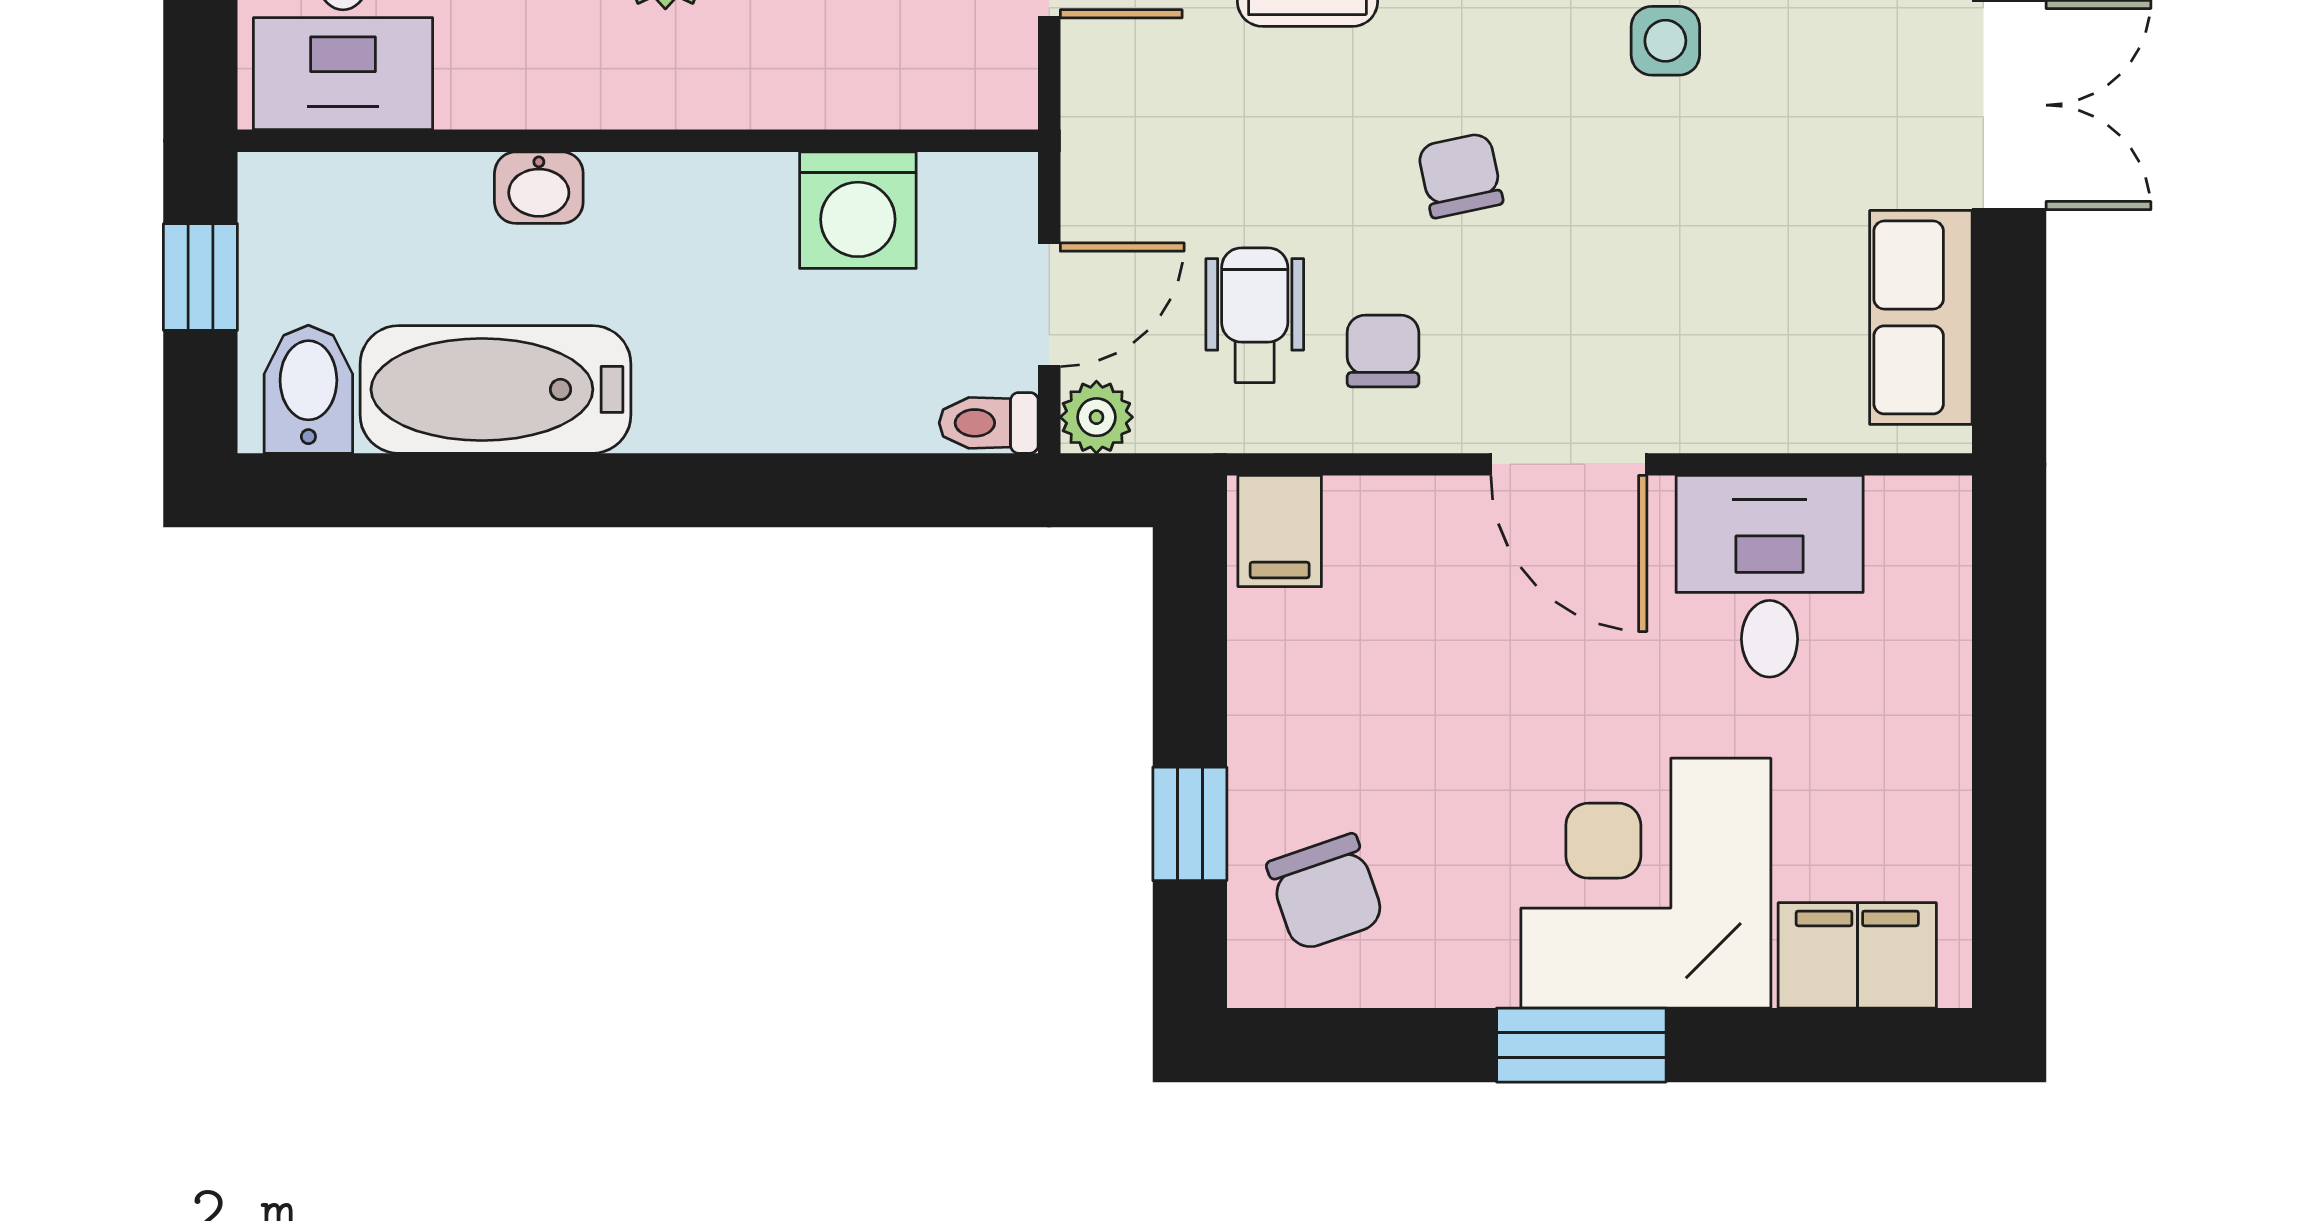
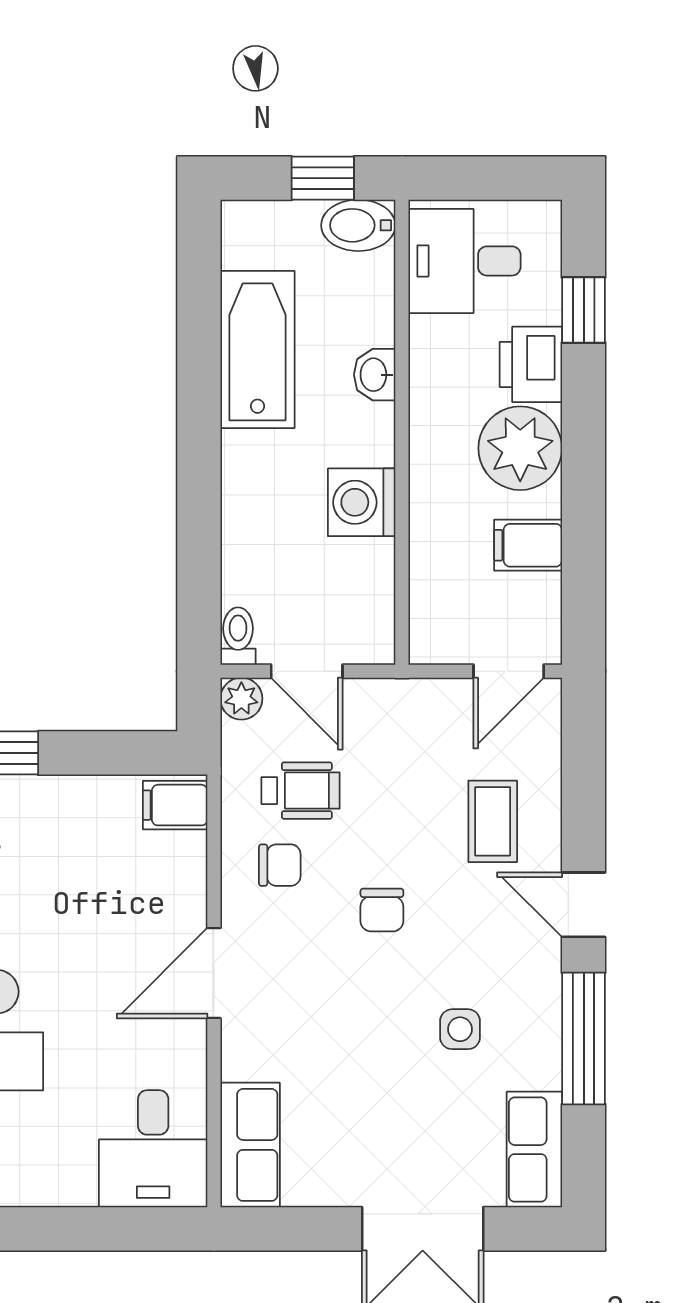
chair: (1460, 175) -> (382, 910), turned 102
washing machine: (858, 210) -> (362, 502), moved
row of seats: (1921, 317) -> (250, 1145), moved, turned 90
bidet: (308, 389) -> (358, 225), moved, turned 180
desk: (1770, 576) -> (153, 1149), moved, turned 90

